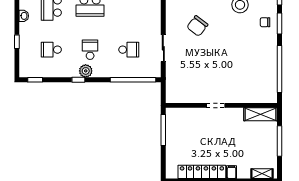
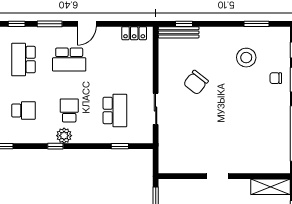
school desk: (51, 50) -> (23, 110), turned 180
school desk: (129, 50) -> (115, 110), width x1.85
window: (133, 80) -> (120, 146), width x0.32

